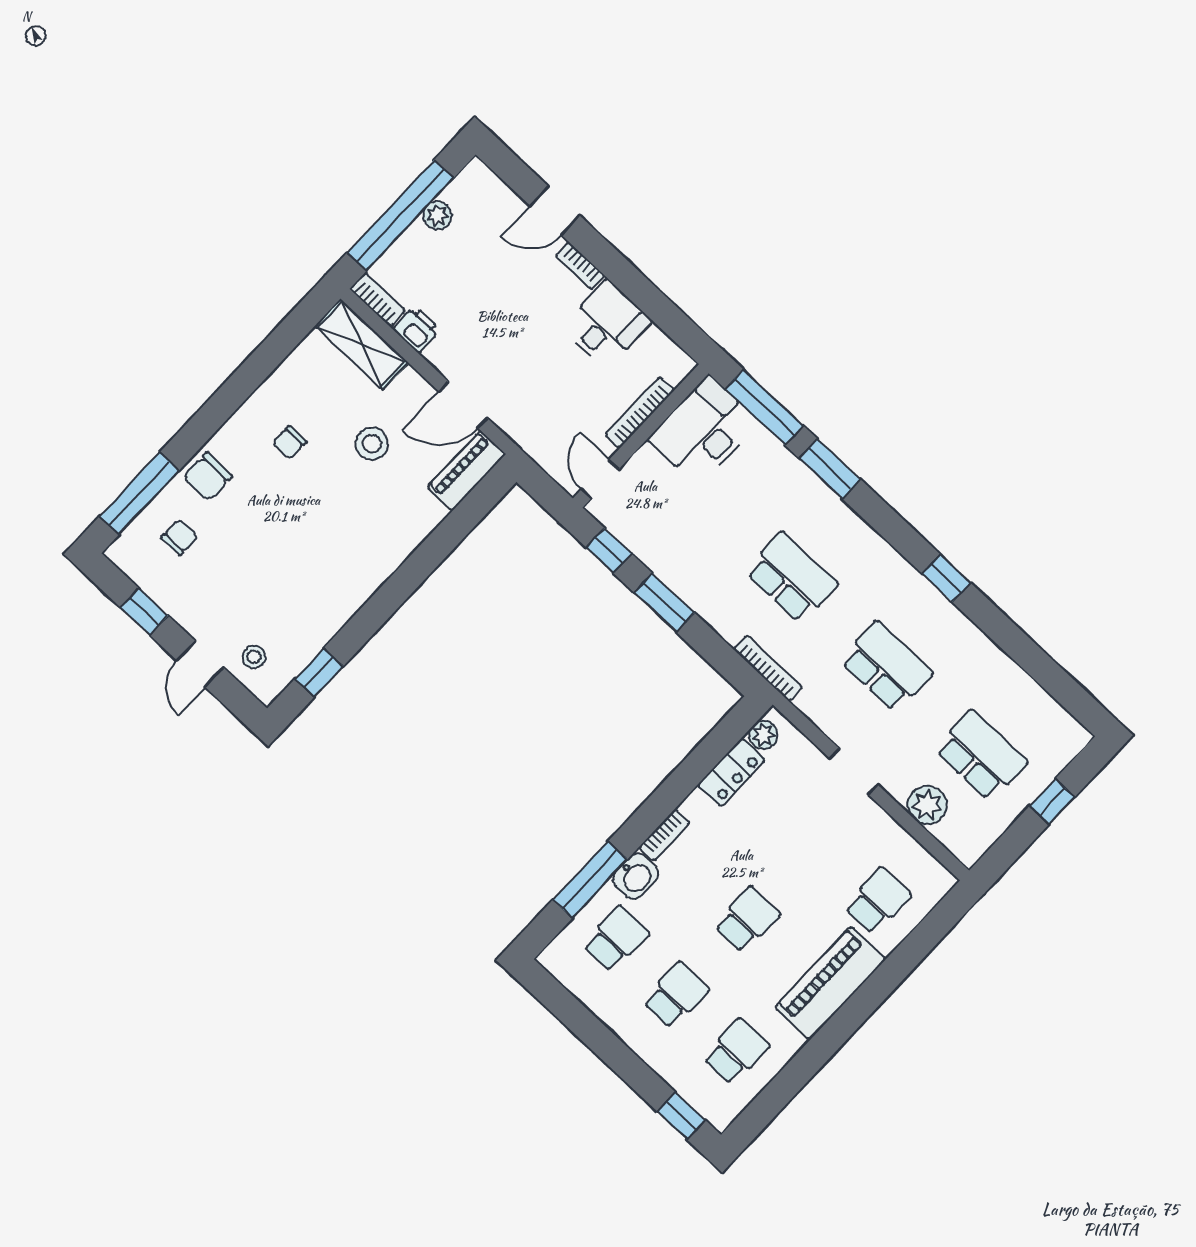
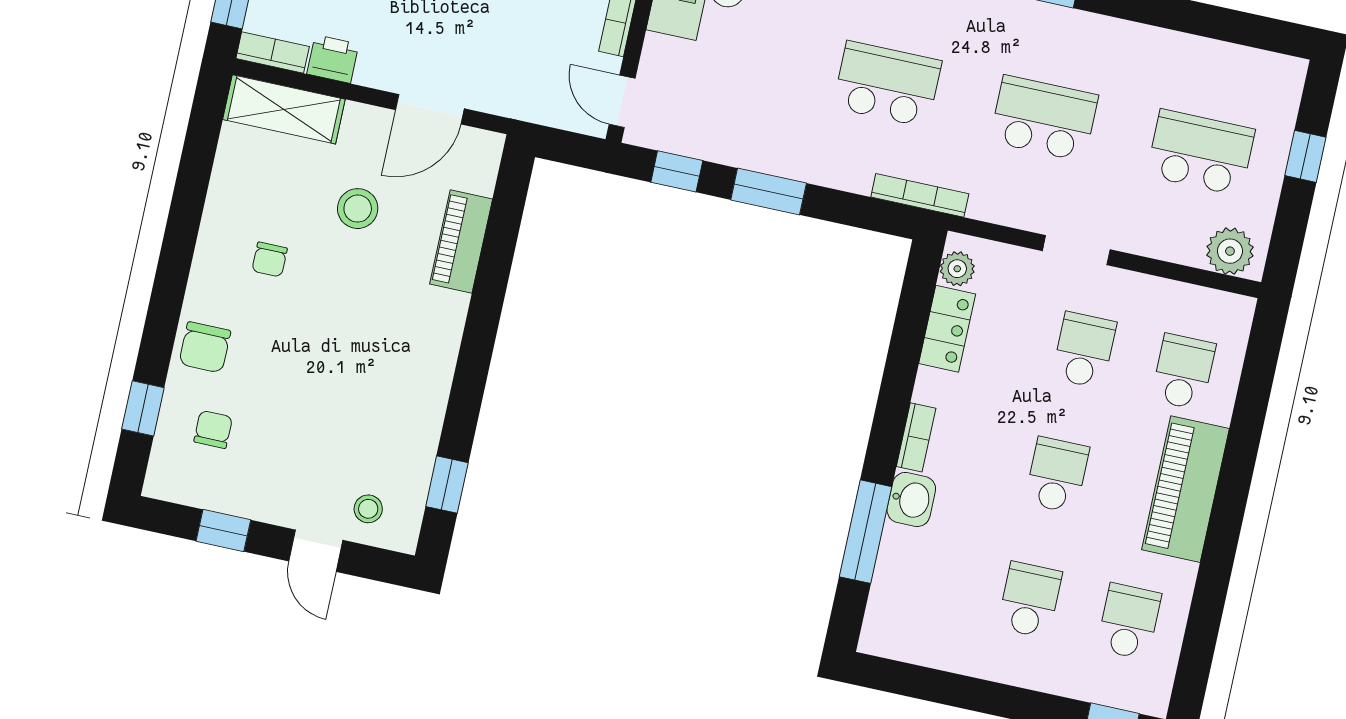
piano: (467, 471) -> (461, 241), moved
window: (139, 493) -> (143, 408), width x0.46
plant: (927, 805) -> (1230, 251), moved
school desk: (616, 939) -> (1084, 350), moved

